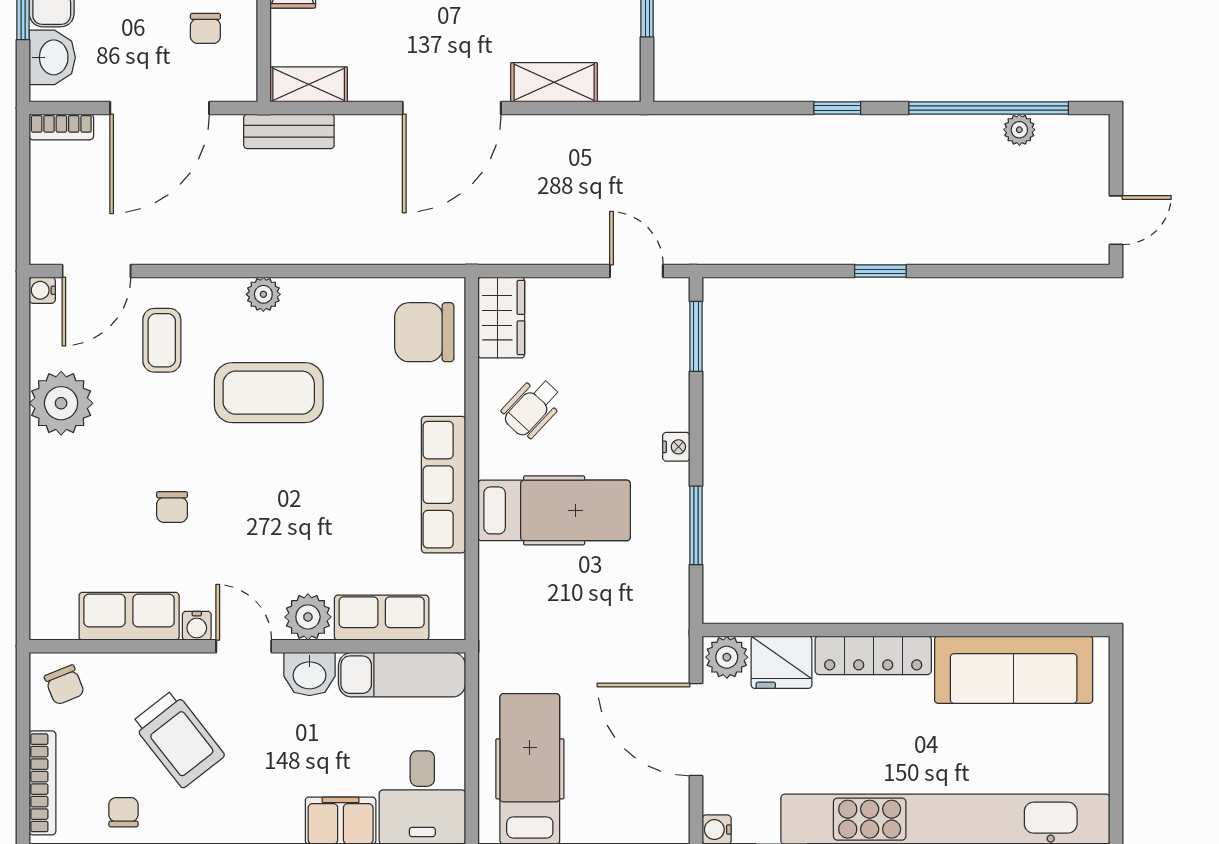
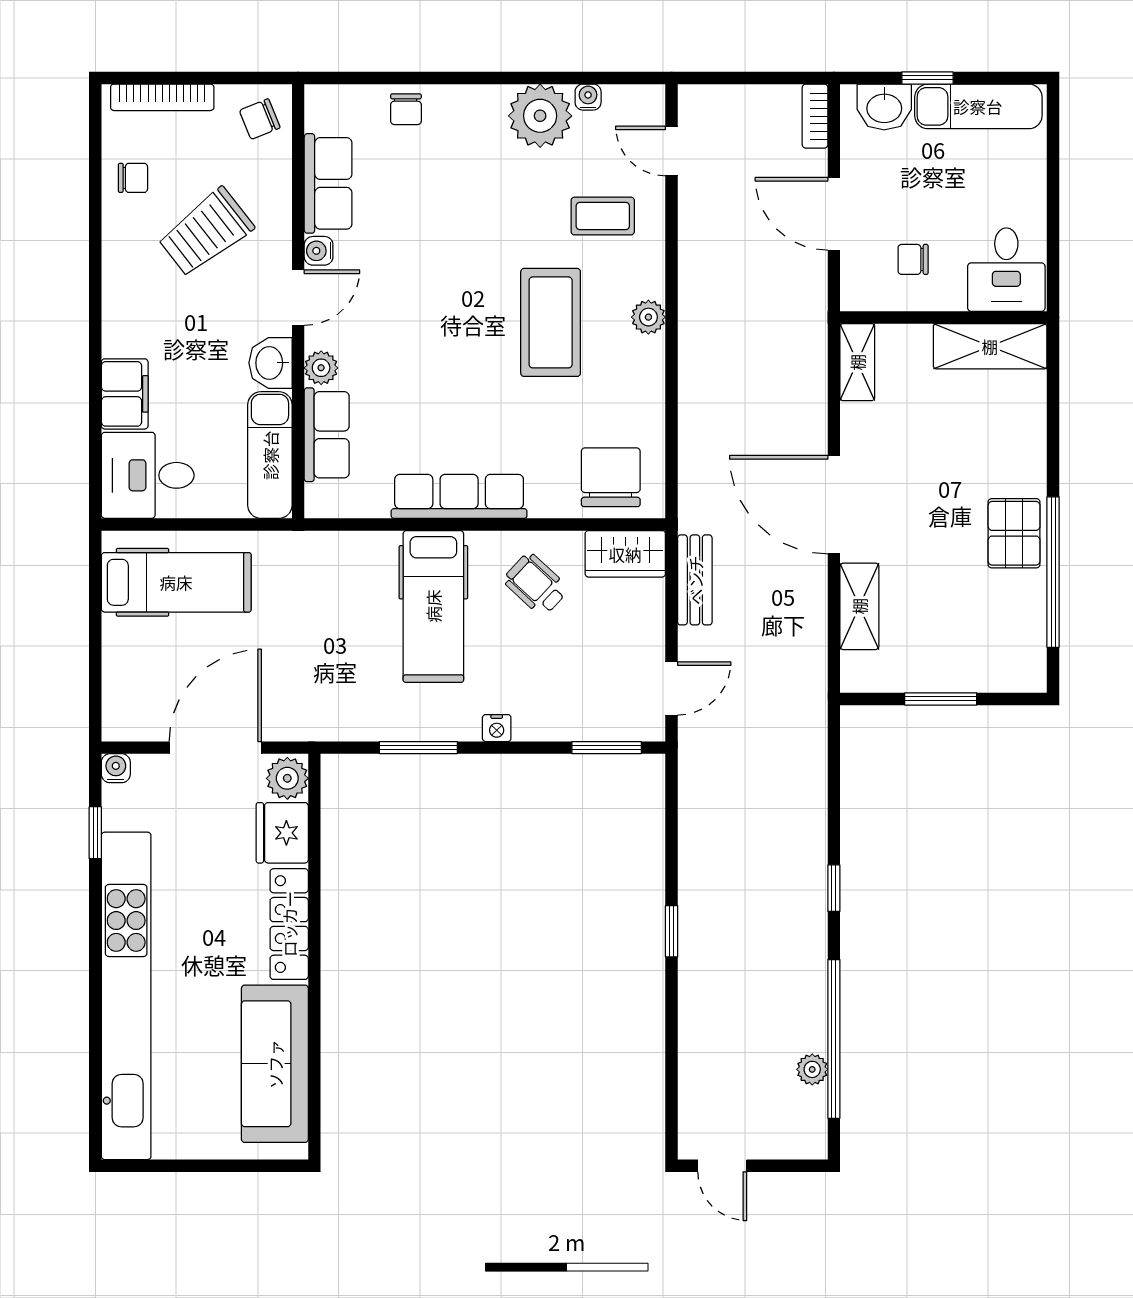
door: (160, 108) -> (834, 214), width x0.73
bench: (289, 131) -> (695, 580), moved
door: (96, 271) -> (672, 151), width x0.73
water cooler: (42, 290) -> (588, 97), moved
chair: (172, 507) -> (406, 109), moved, turned -90
plant: (308, 617) -> (321, 368), width x0.73, depth x0.73

